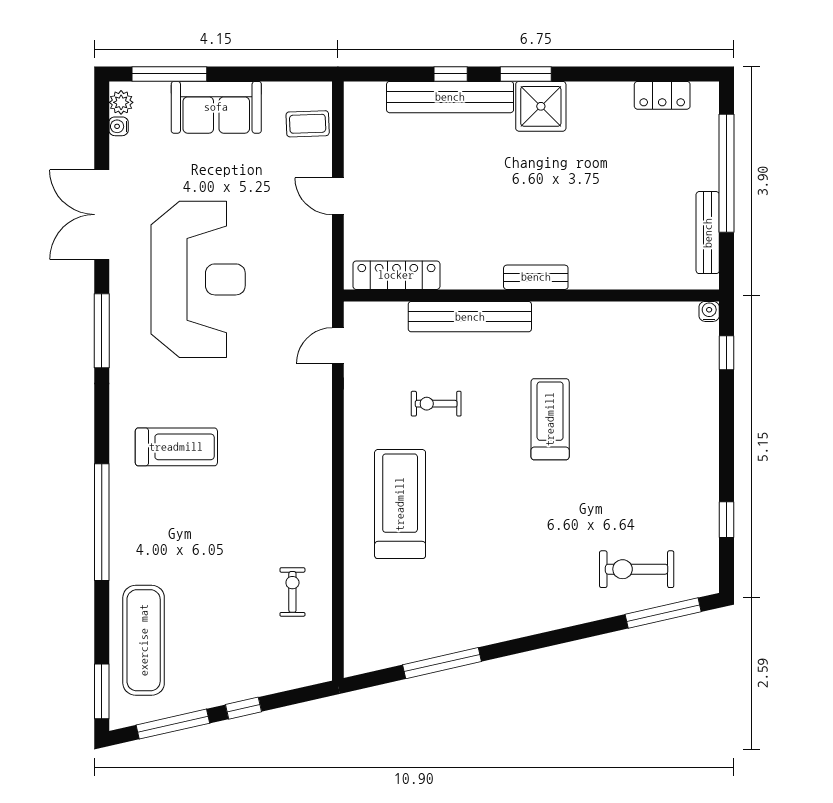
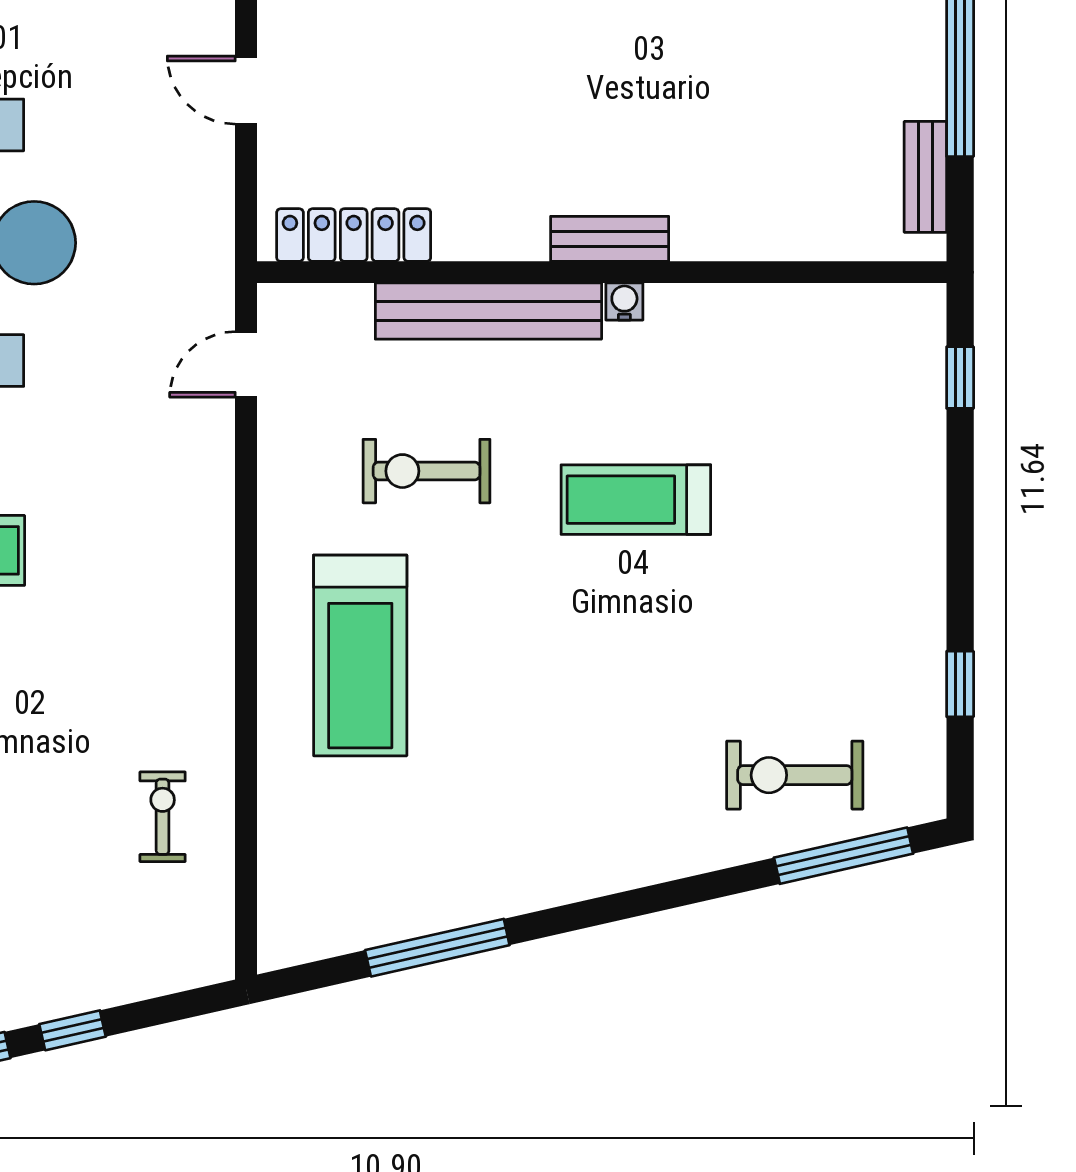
bench: (708, 233) -> (925, 177), width x0.73
water cooler: (709, 311) -> (624, 302), moved
exercise bike: (436, 404) -> (426, 471), width x1.38, depth x1.39
treadmill: (550, 419) -> (636, 500), turned -90
treadmill: (400, 504) -> (360, 655), turned 180

